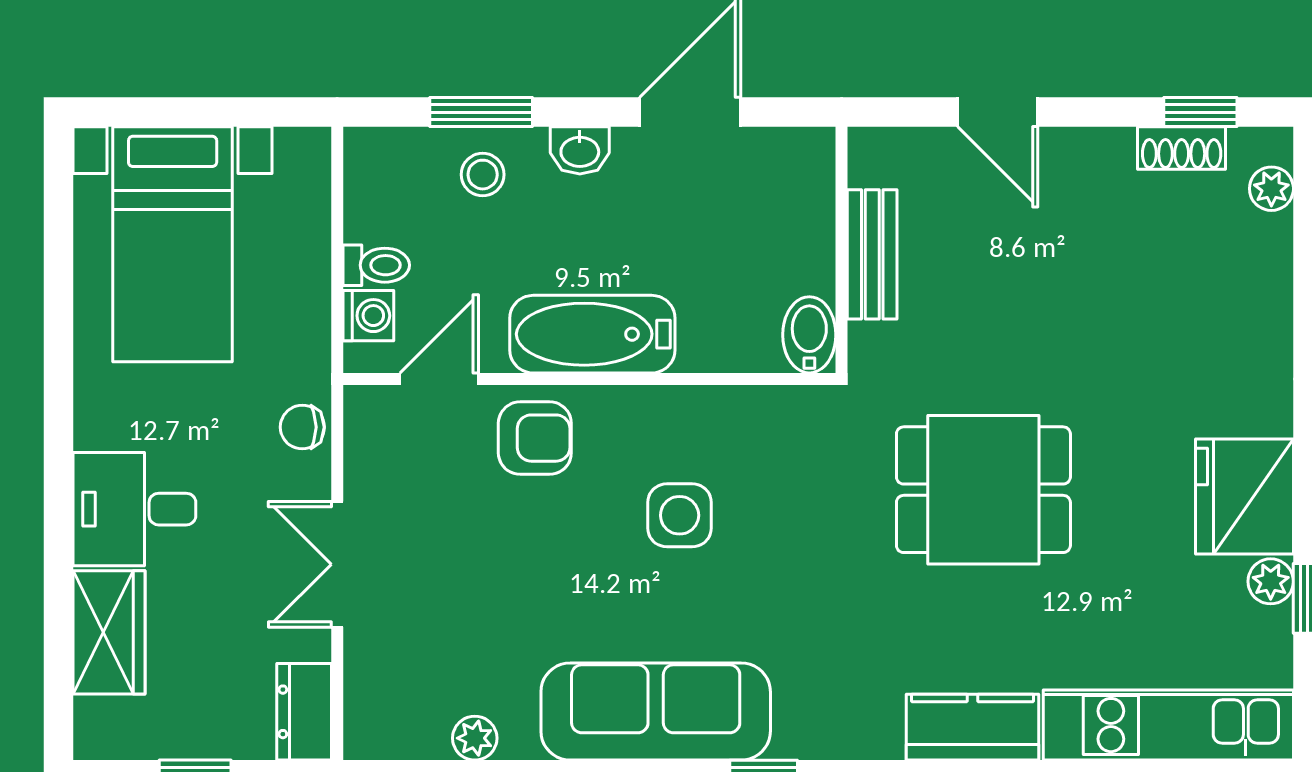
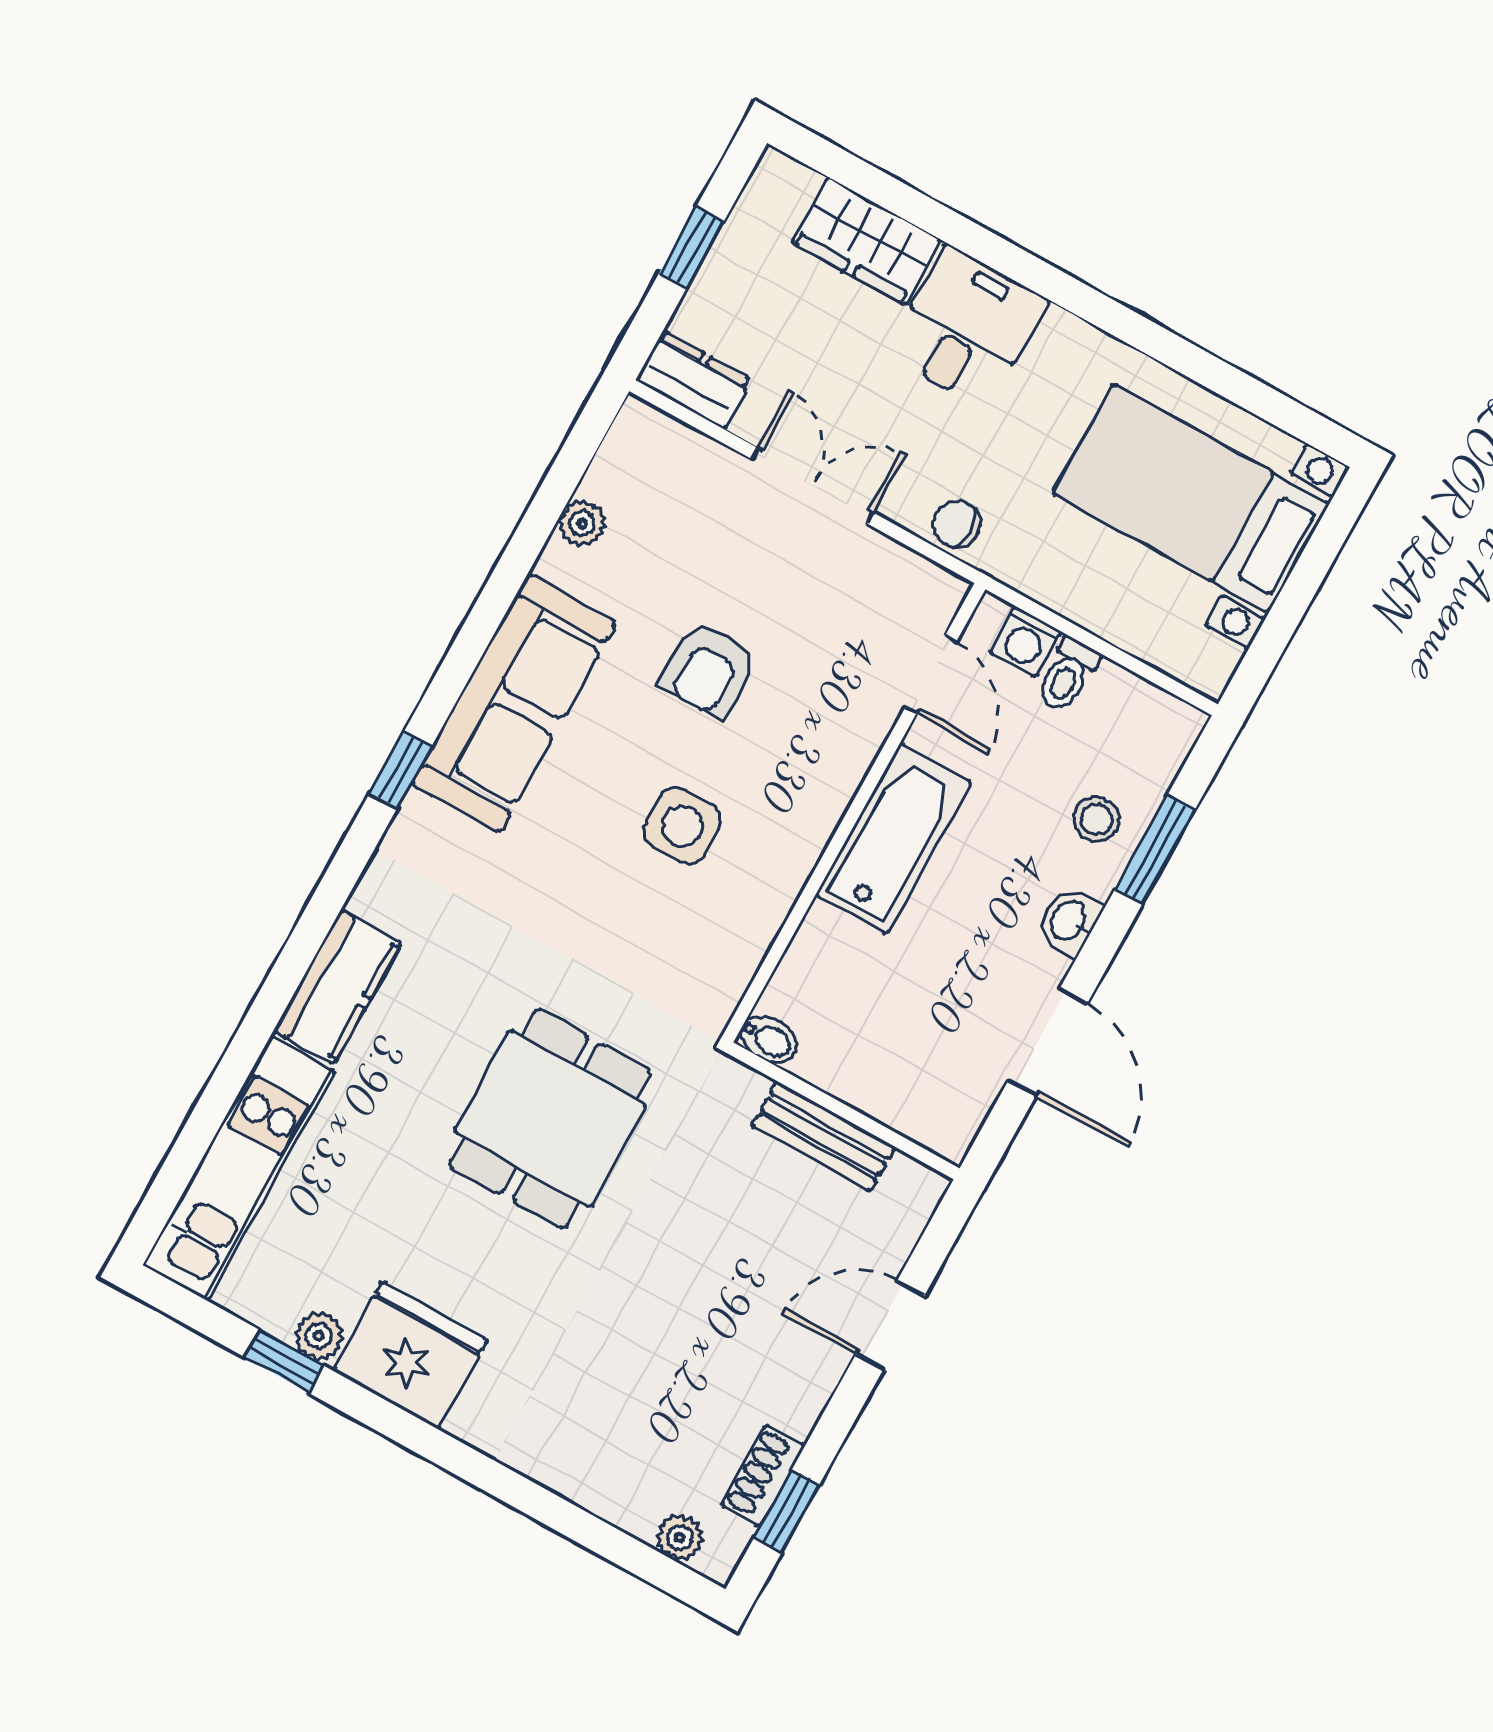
bidet: (809, 335) -> (769, 1039), width x0.72, depth x0.74
chair: (302, 427) -> (957, 524), turned -90
armchair: (535, 438) -> (709, 670), moved

